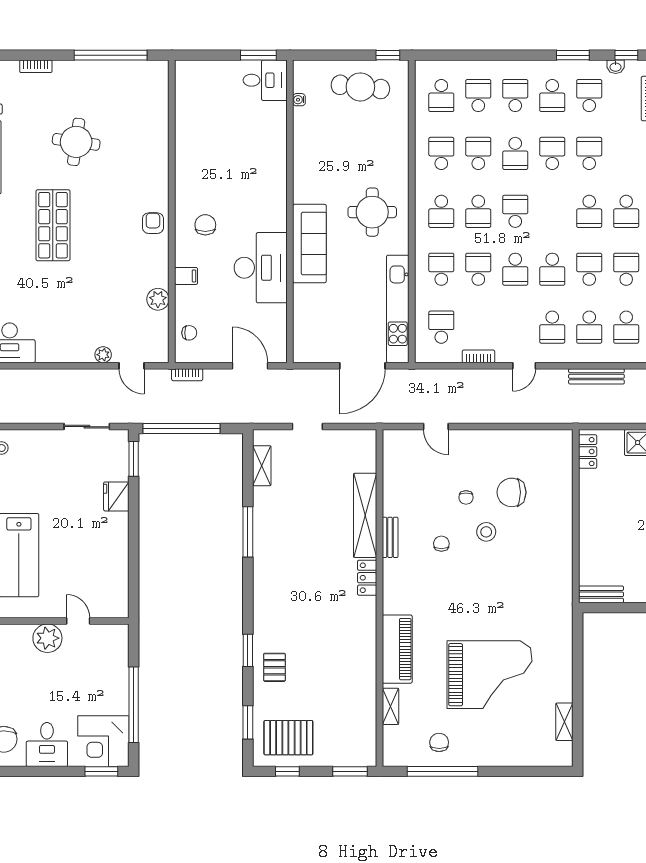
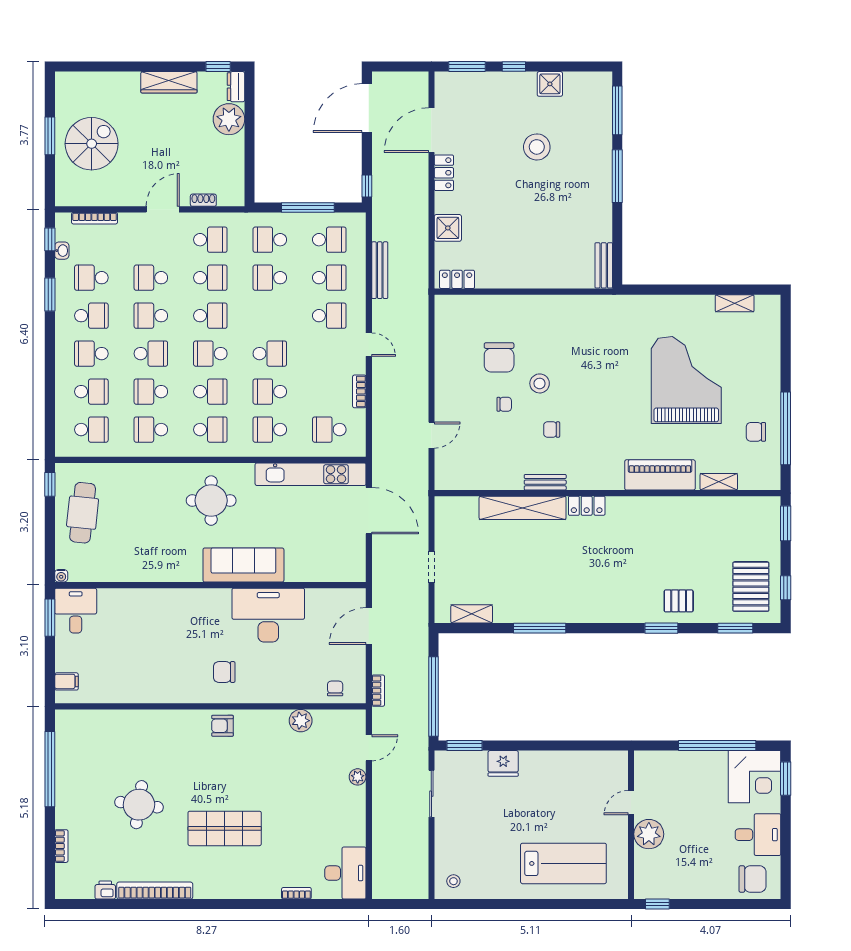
school desk: (478, 96) -> (91, 392), turned 180
water cooler: (299, 100) -> (61, 576), moved
school desk: (552, 269) -> (210, 316), moved
filing cabinet: (186, 276) -> (66, 681), moved, turned 90

